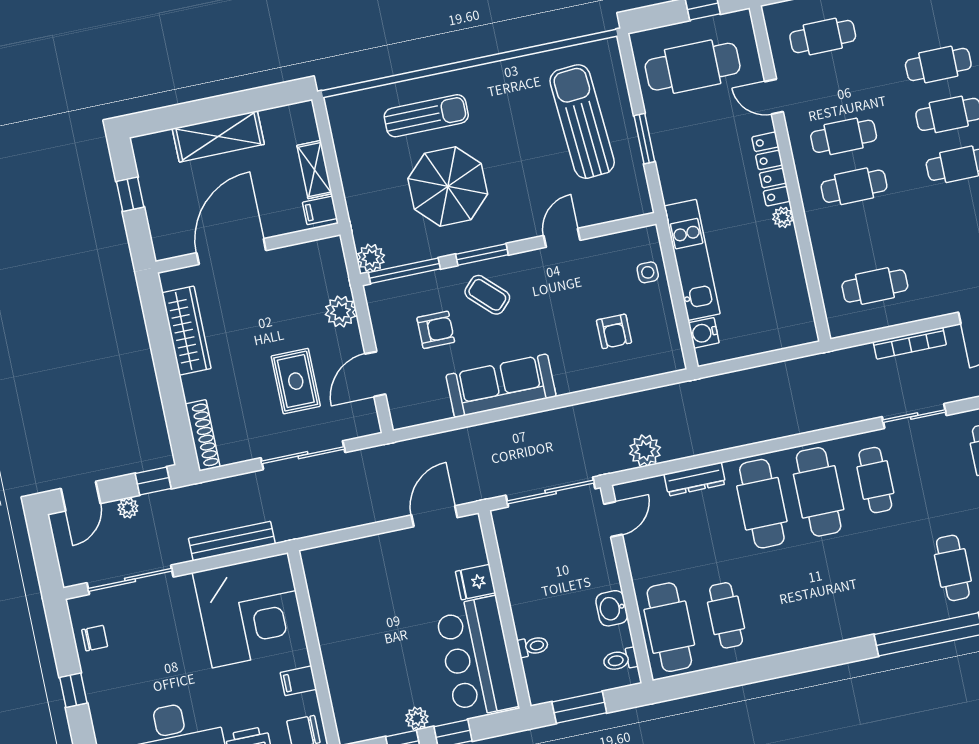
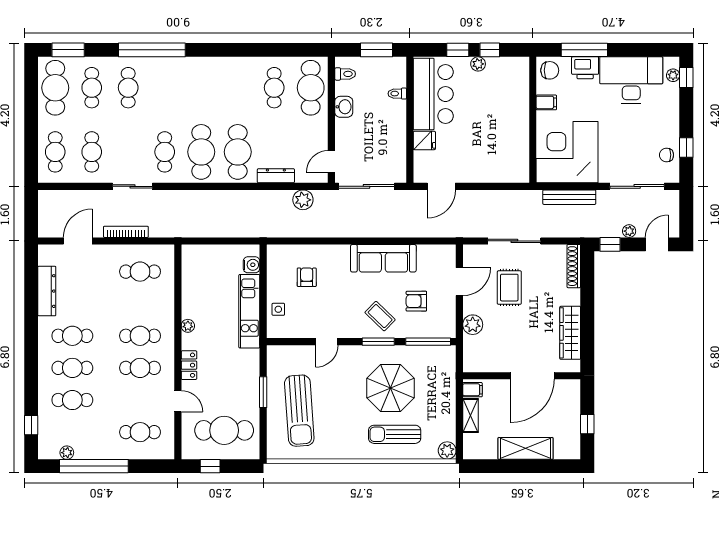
locker: (771, 169) -> (189, 365), width x0.66
plant: (371, 258) -> (447, 451), moved
window: (73, 690) -> (686, 148), moved

